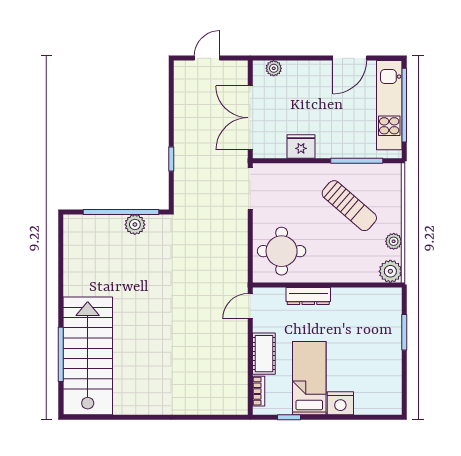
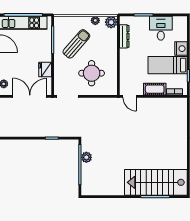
double door: (250, 118) -> (30, 96), swing flipped
round table: (282, 251) -> (92, 73), moved
dresser: (308, 296) -> (124, 36), moved
desk: (379, 365) -> (161, 28), added

